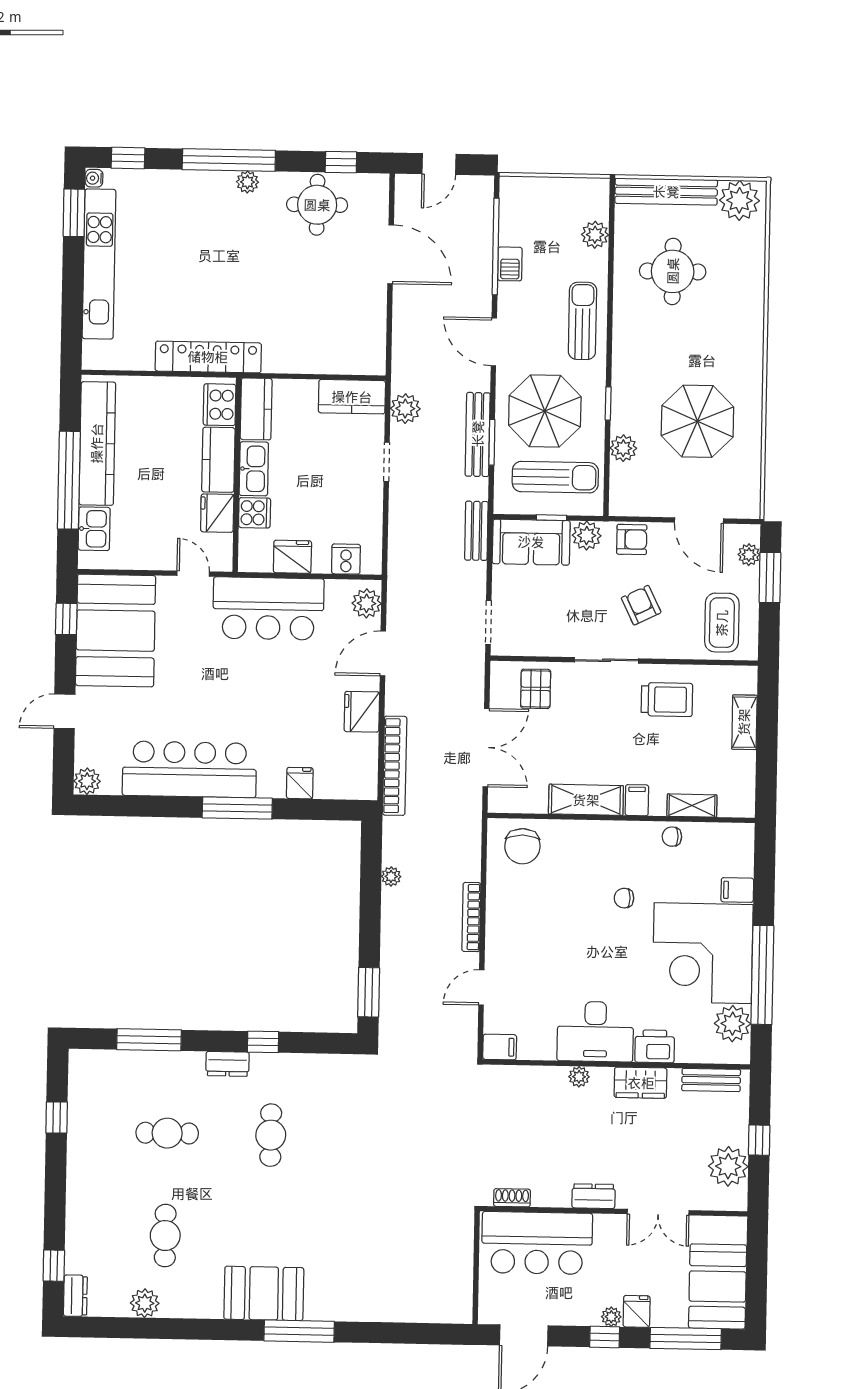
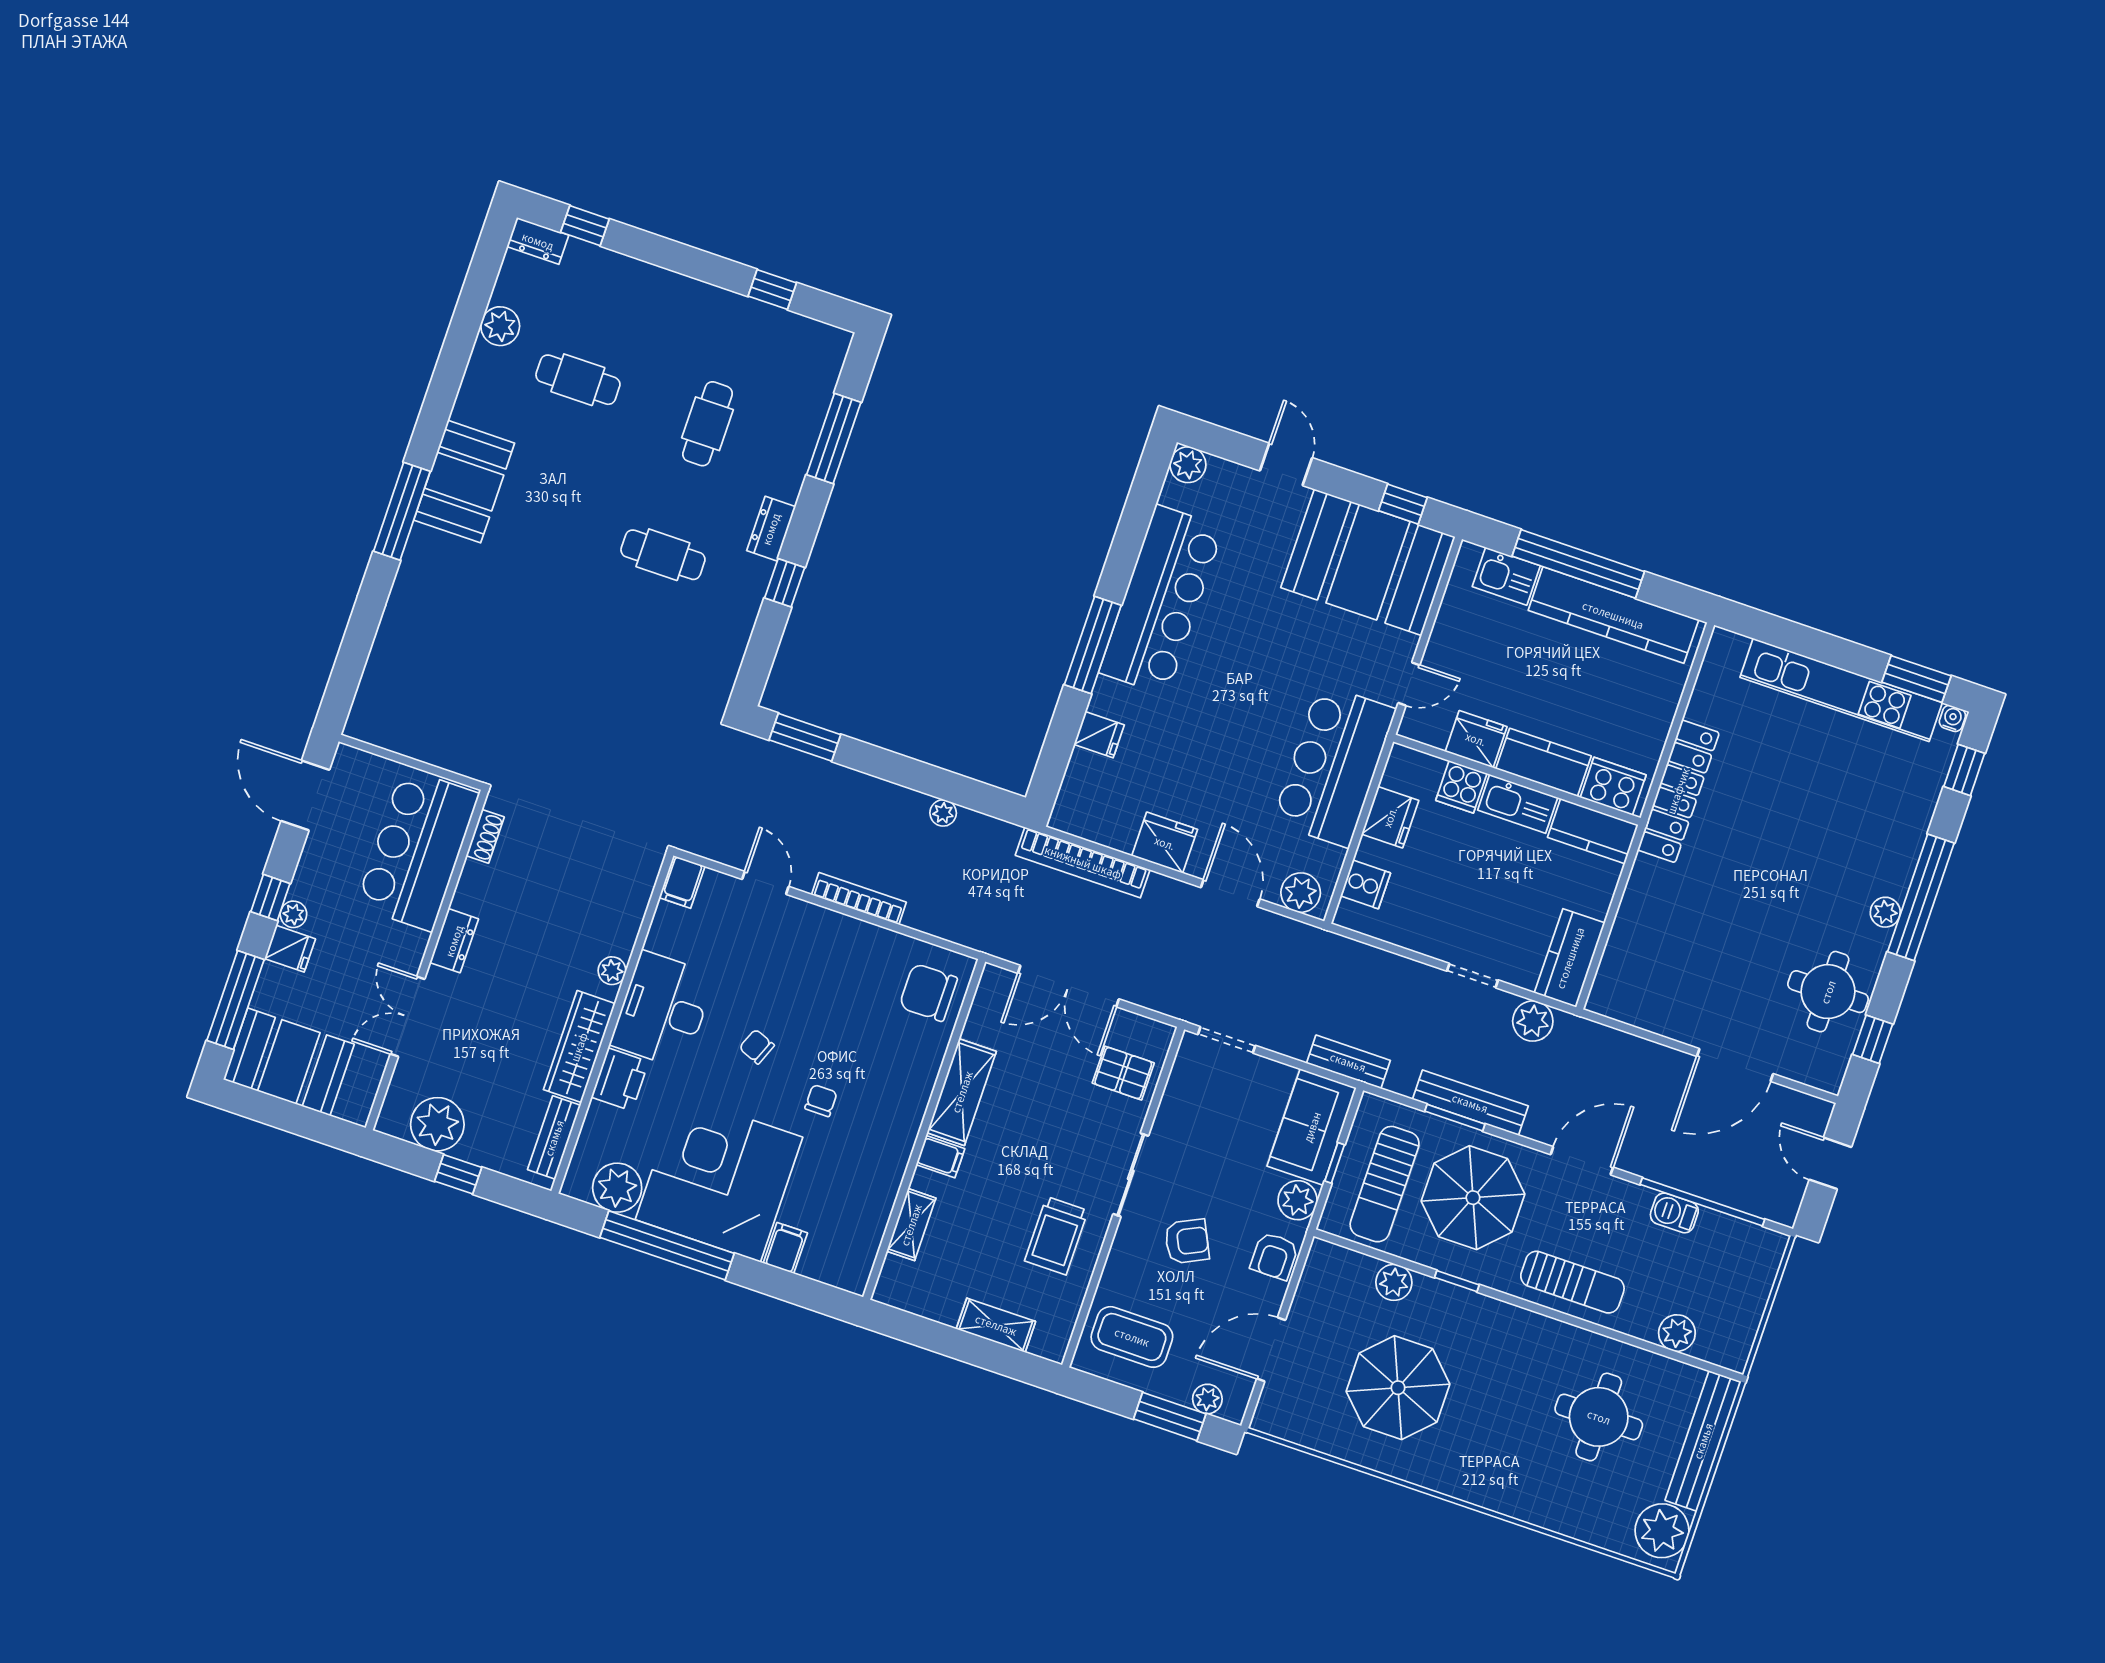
chair: (672, 837) -> (757, 1047), moved, turned -68
wardrobe: (641, 1083) -> (579, 1047), width x1.50

